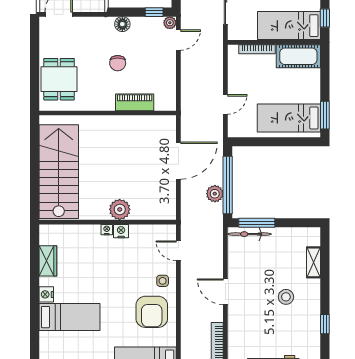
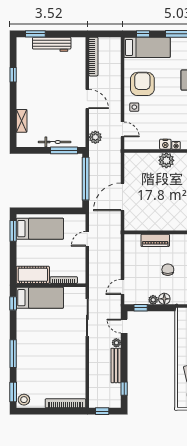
plant: (170, 23) -> (153, 300), moved
plant: (215, 194) -> (95, 137), moved
bicycle: (249, 234) -> (55, 142), moved
stool: (286, 297) -> (42, 95), removed

